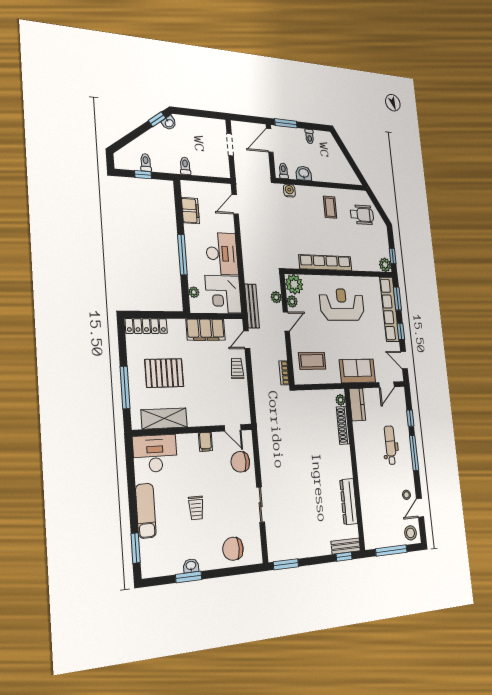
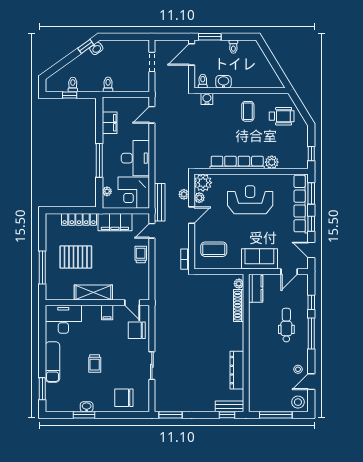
plant: (385, 265) -> (272, 162), moved
locker: (146, 326) -> (79, 219), moved
shelving: (164, 418) -> (93, 293), moved

